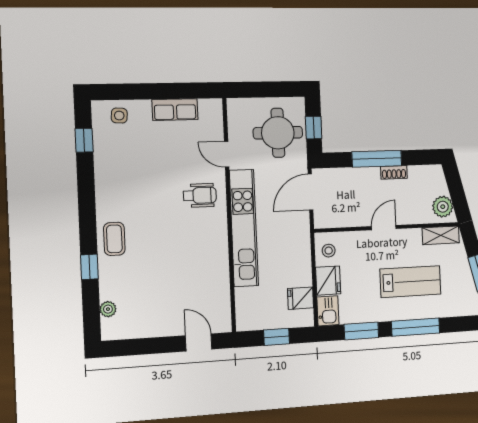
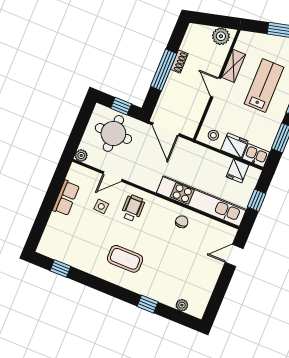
plant: (235, 106) -> (81, 156), added
side table: (119, 116) -> (101, 206), moved
kitchen unit: (244, 228) -> (201, 201), moved
shelving: (441, 235) -> (234, 66), moved
coffee table: (114, 239) -> (125, 259), moved, width x1.36, depth x1.30
chair: (210, 261) -> (182, 222), added

